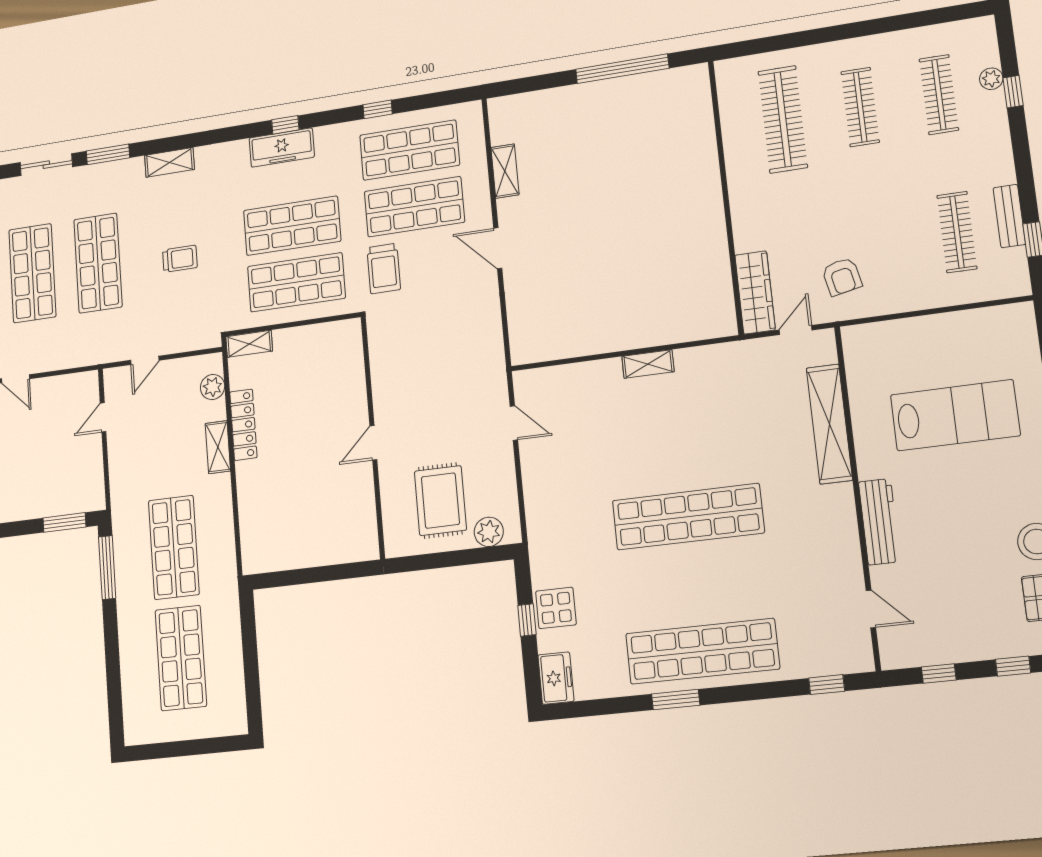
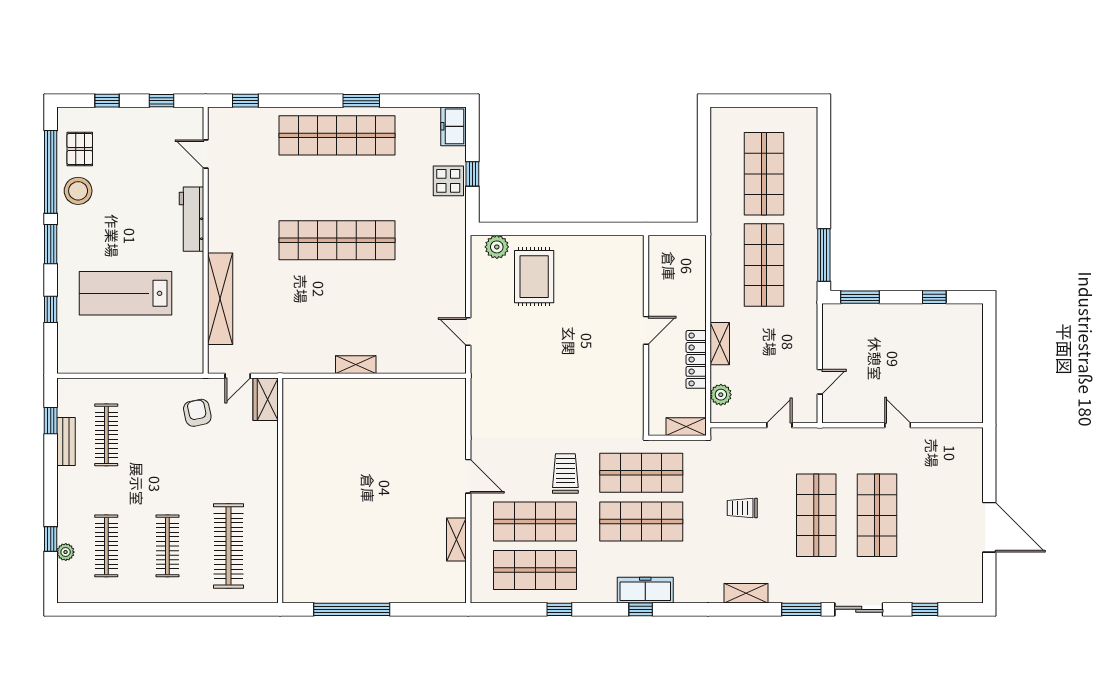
wardrobe: (755, 292) -> (266, 399), width x0.67
wall: (373, 437) -> (646, 335), moved
door: (373, 443) -> (646, 330), moved

